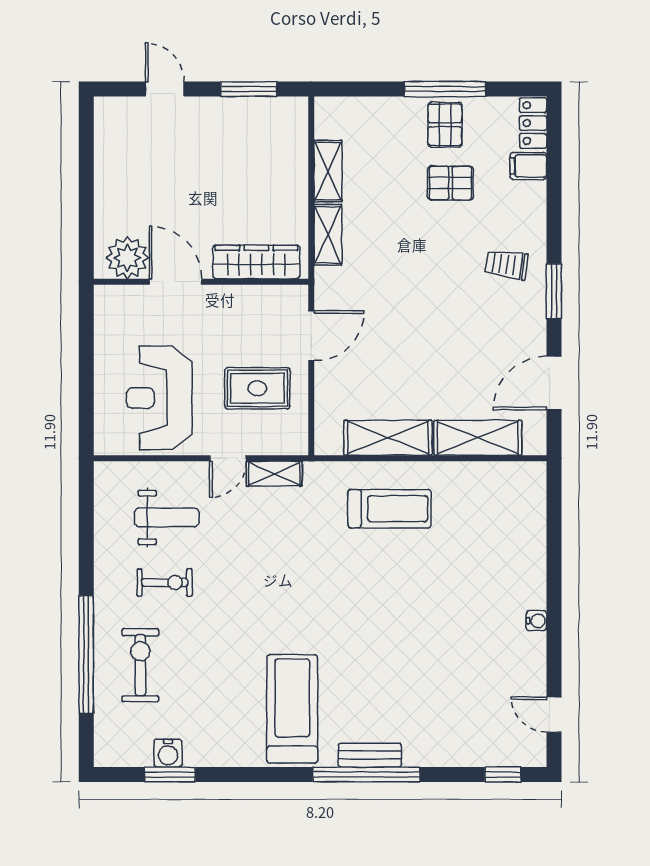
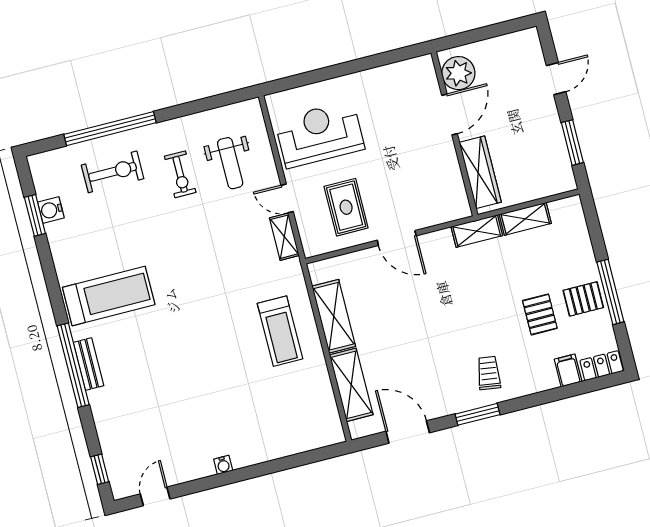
plant: (127, 258) -> (458, 73), moved
wardrobe: (256, 262) -> (480, 172), moved
door: (176, 282) -> (449, 114), moved
wall: (201, 282) -> (454, 134), moved

